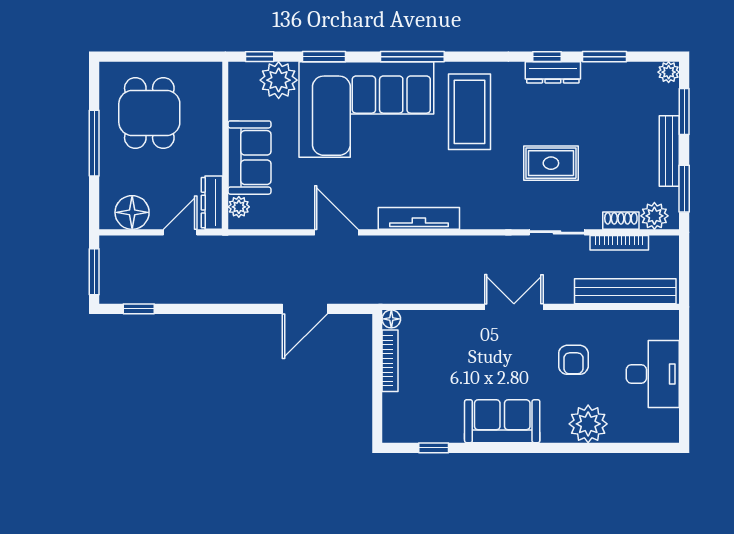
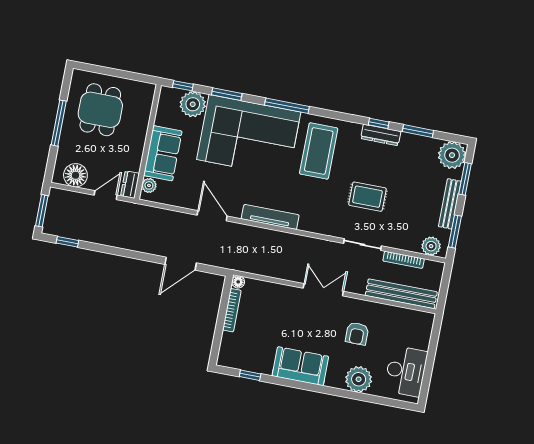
plant: (669, 72) -> (452, 155), width x1.87, depth x1.87
dresser: (212, 203) -> (130, 185), width x0.70
shoe rack: (621, 221) -> (408, 245), removed
desk: (653, 374) -> (406, 371), moved

